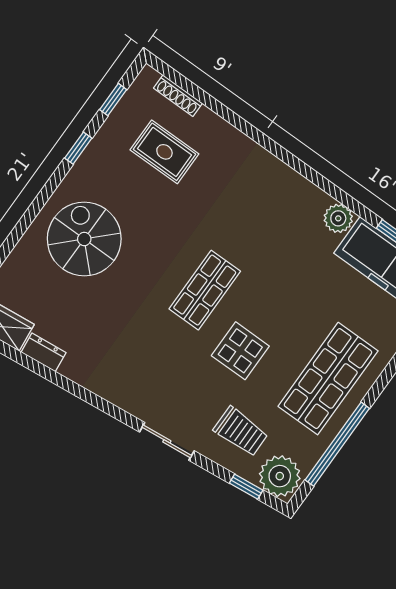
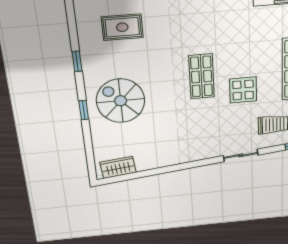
window: (113, 100) -> (84, 110), moved
dresser: (43, 352) -> (148, 164), removed

